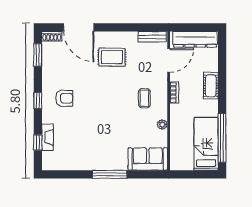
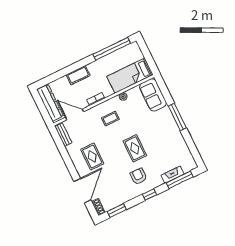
rug: (98, 109) -> (135, 148), added
window: (38, 142) -> (180, 180), width x2.17
bed: (206, 144) -> (130, 76), moved

